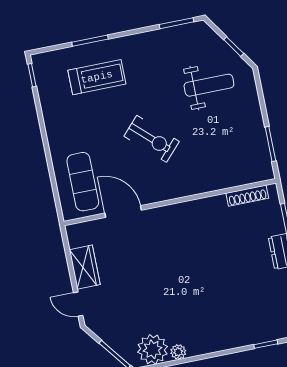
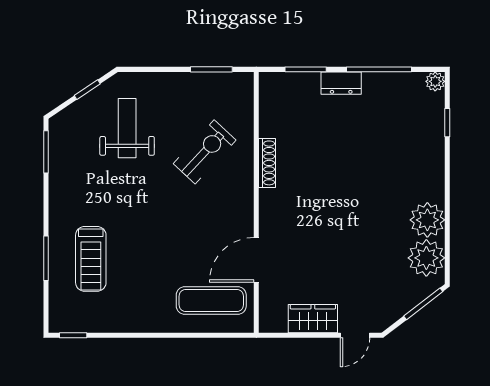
treadmill: (97, 77) -> (91, 259), turned 180
exercise bike: (152, 139) -> (205, 152), moved
shoe rack: (247, 196) -> (267, 163), moved
plant: (178, 352) -> (427, 220), width x1.87, depth x1.87

